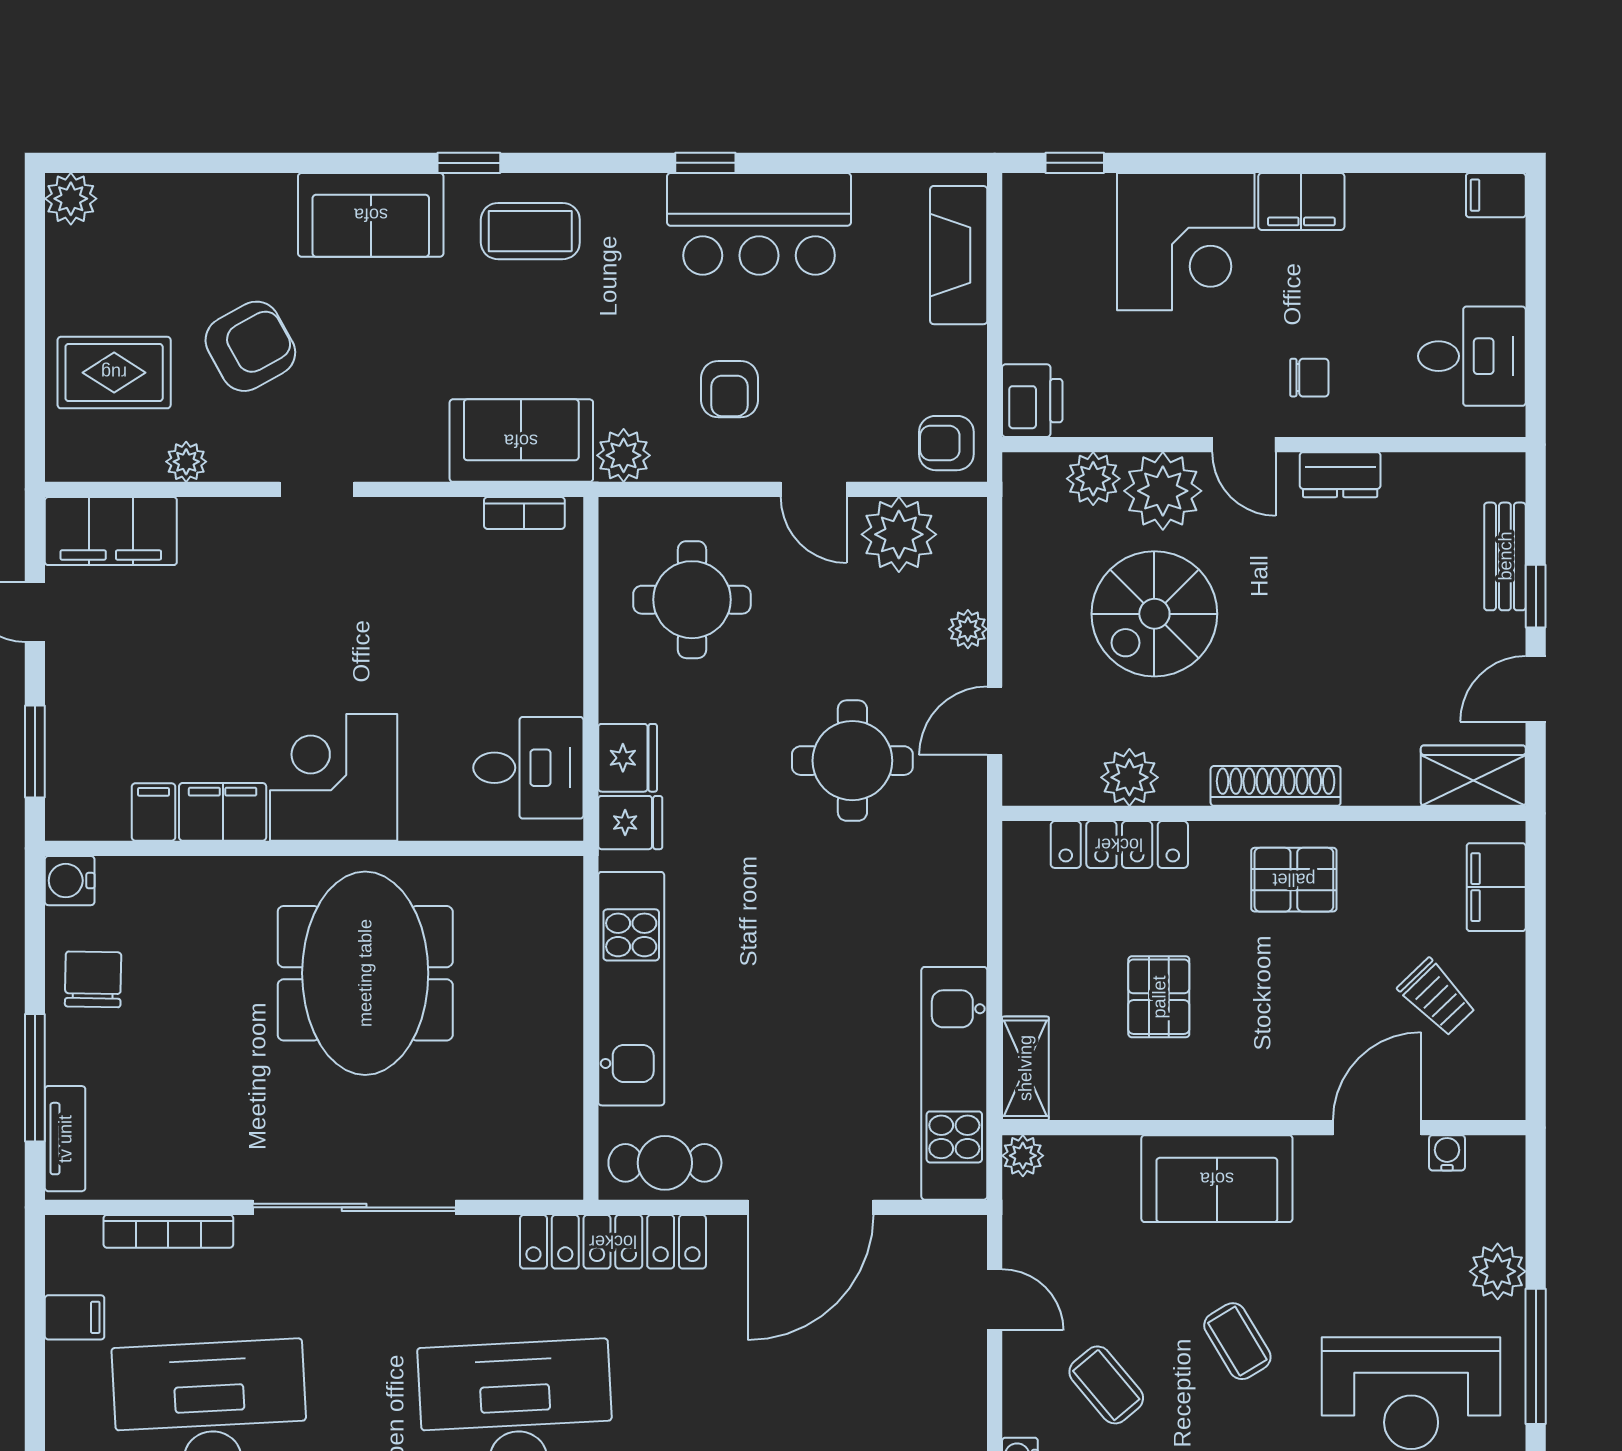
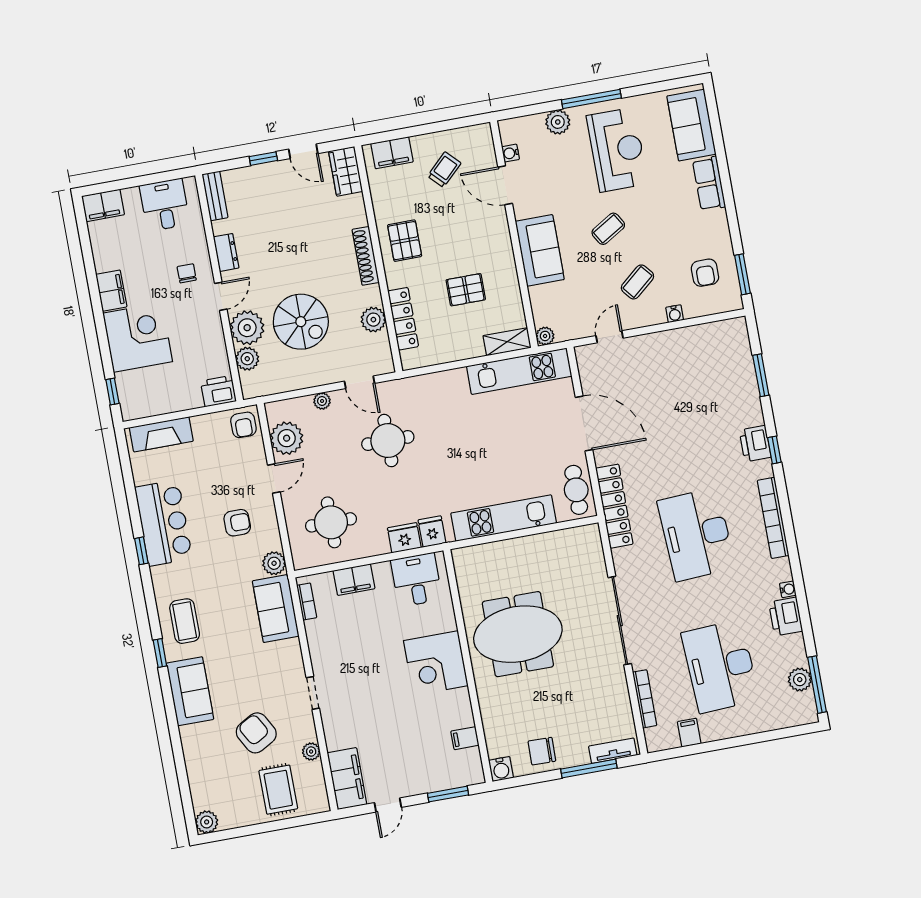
filing cabinet: (1496, 195) -> (103, 205), width x2.00
bench: (1505, 556) -> (215, 196), moved, turned 90
filing cabinet: (223, 812) -> (354, 580), moved, turned -90

